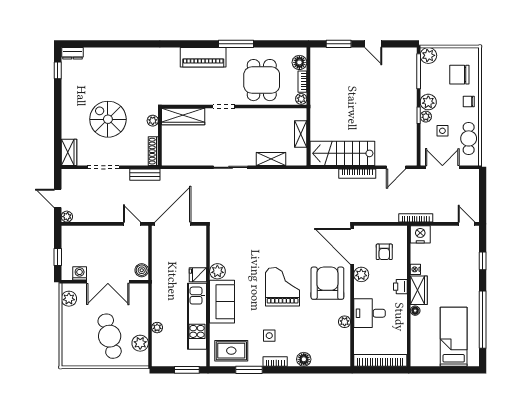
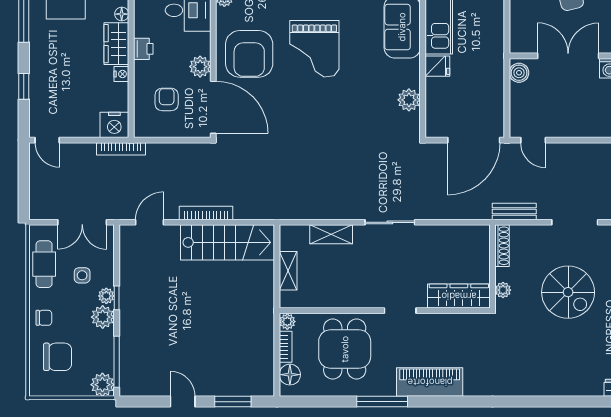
plant: (217, 271) -> (409, 100), moved

